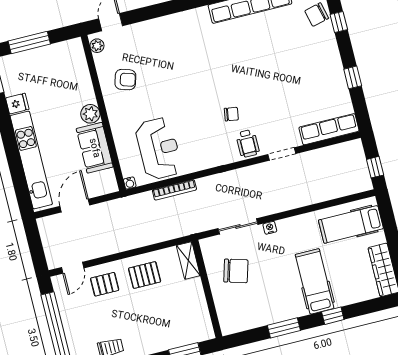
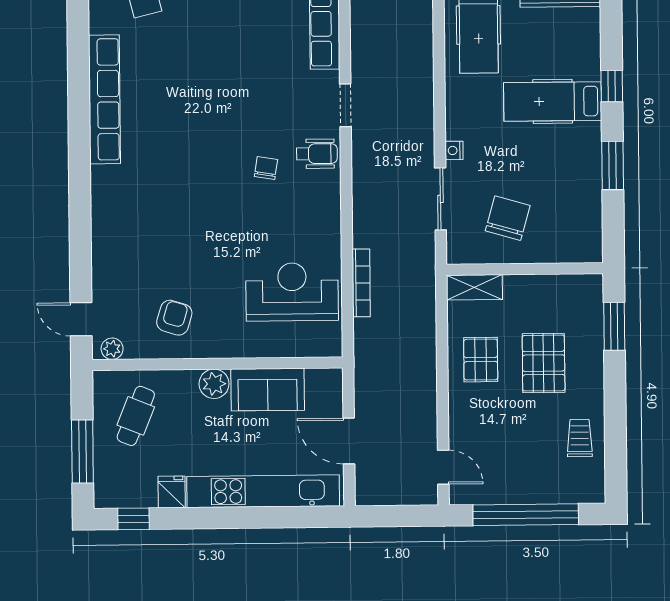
cafe table: (59, 70) -> (136, 416), added
water cooler: (130, 183) -> (334, 349), removed
pallet: (105, 284) -> (544, 363), moved, width x1.50, depth x1.42

